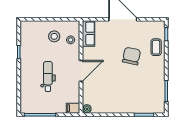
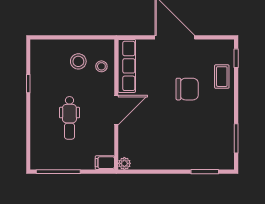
row of seats: (89, 33) -> (127, 66), width x1.48
chair: (131, 56) -> (187, 89), turned 78
dental chair: (48, 77) -> (69, 118), turned 180

